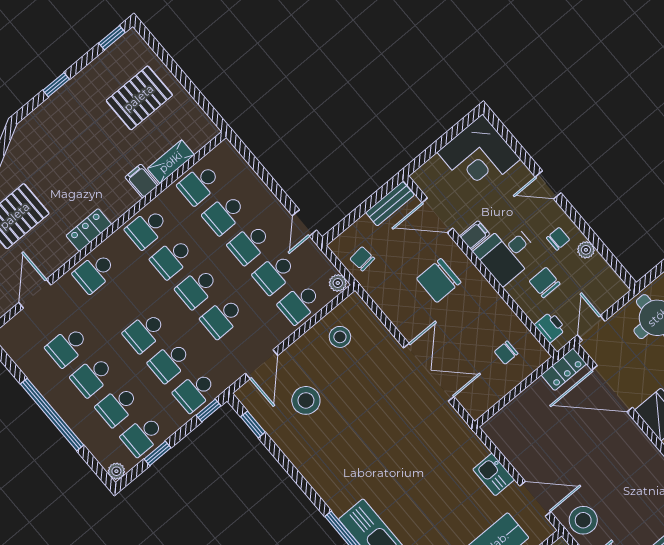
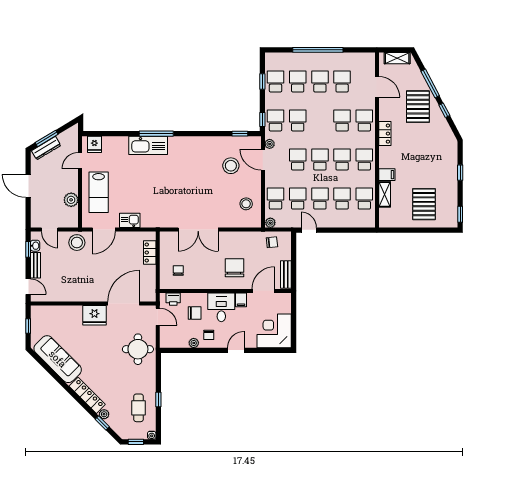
school desk: (145, 332) -> (342, 120), moved
locker: (564, 369) -> (150, 253), moved
plant: (116, 471) -> (270, 144), moved

